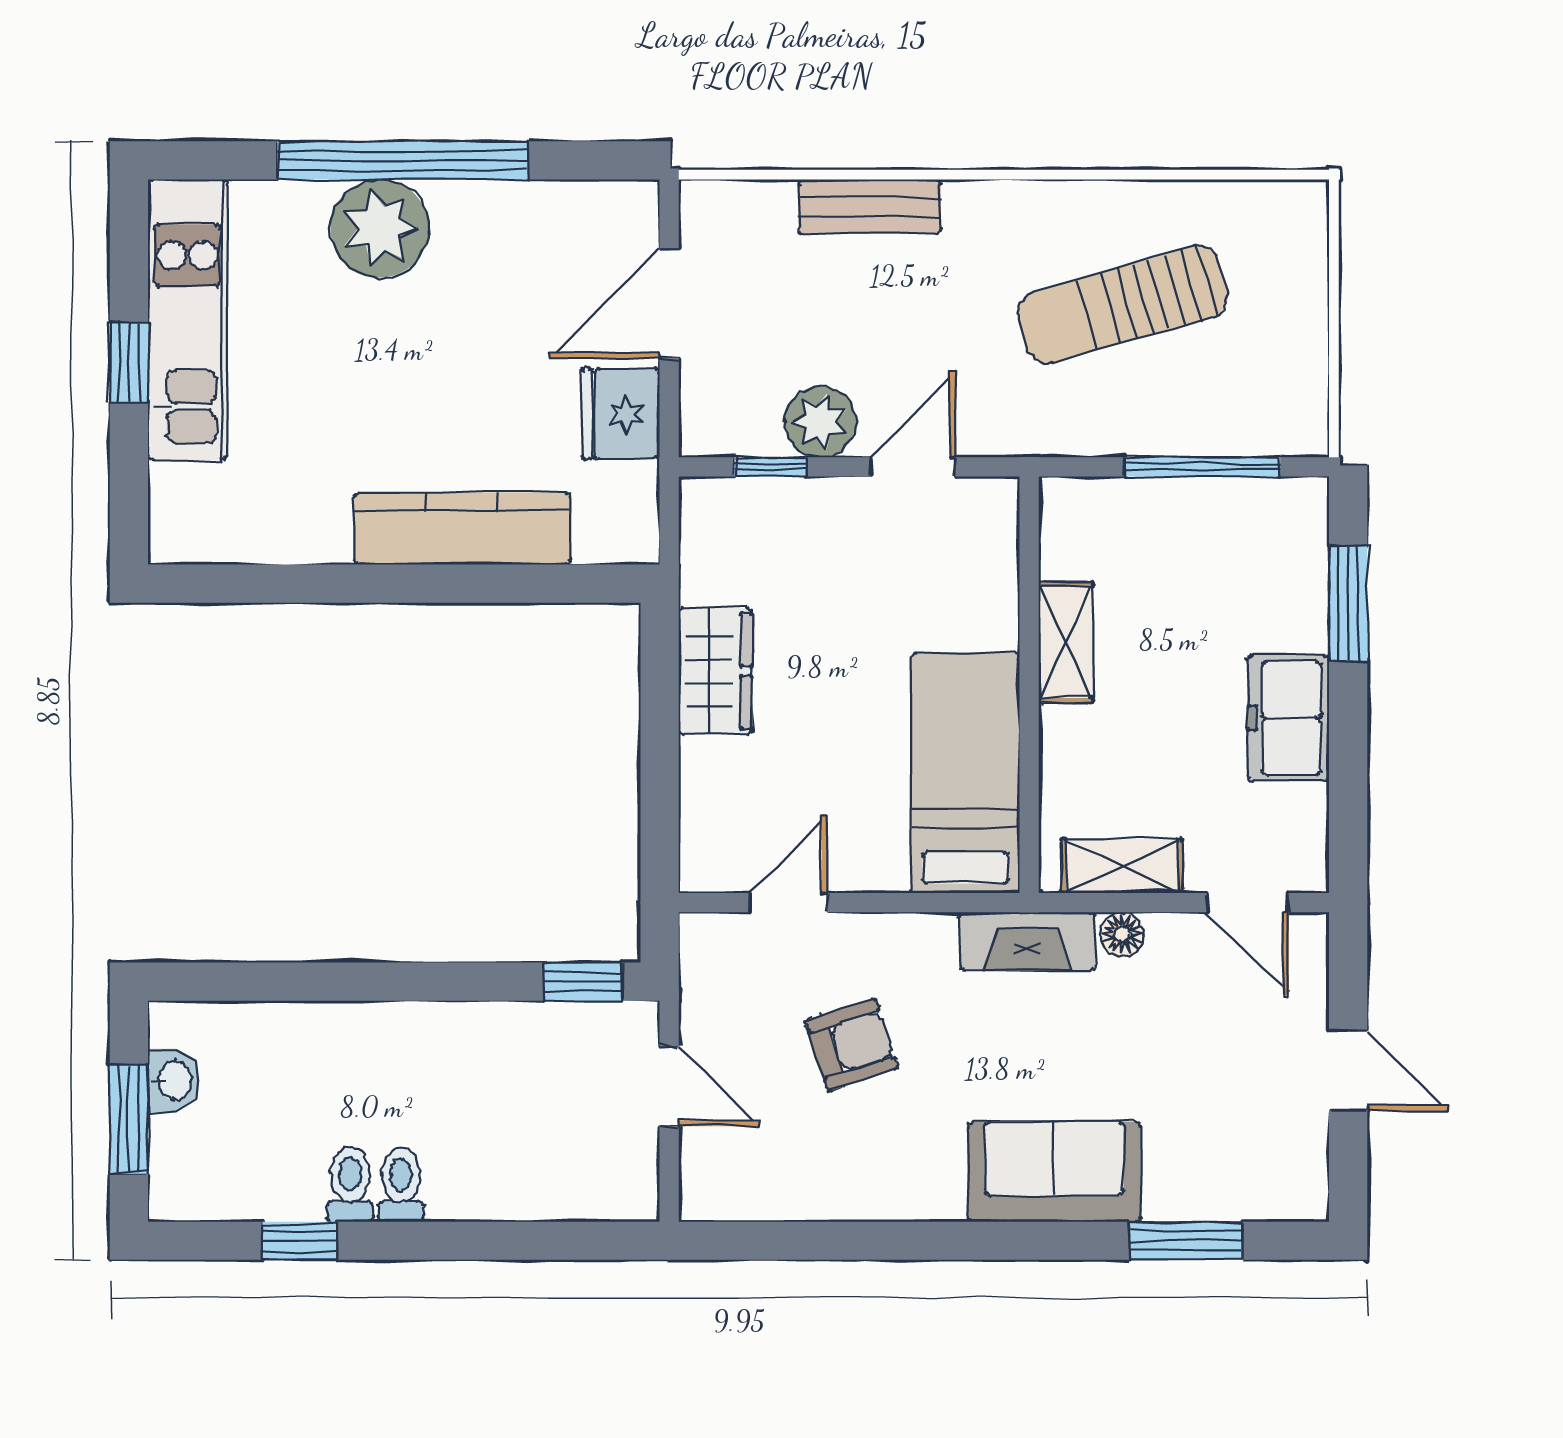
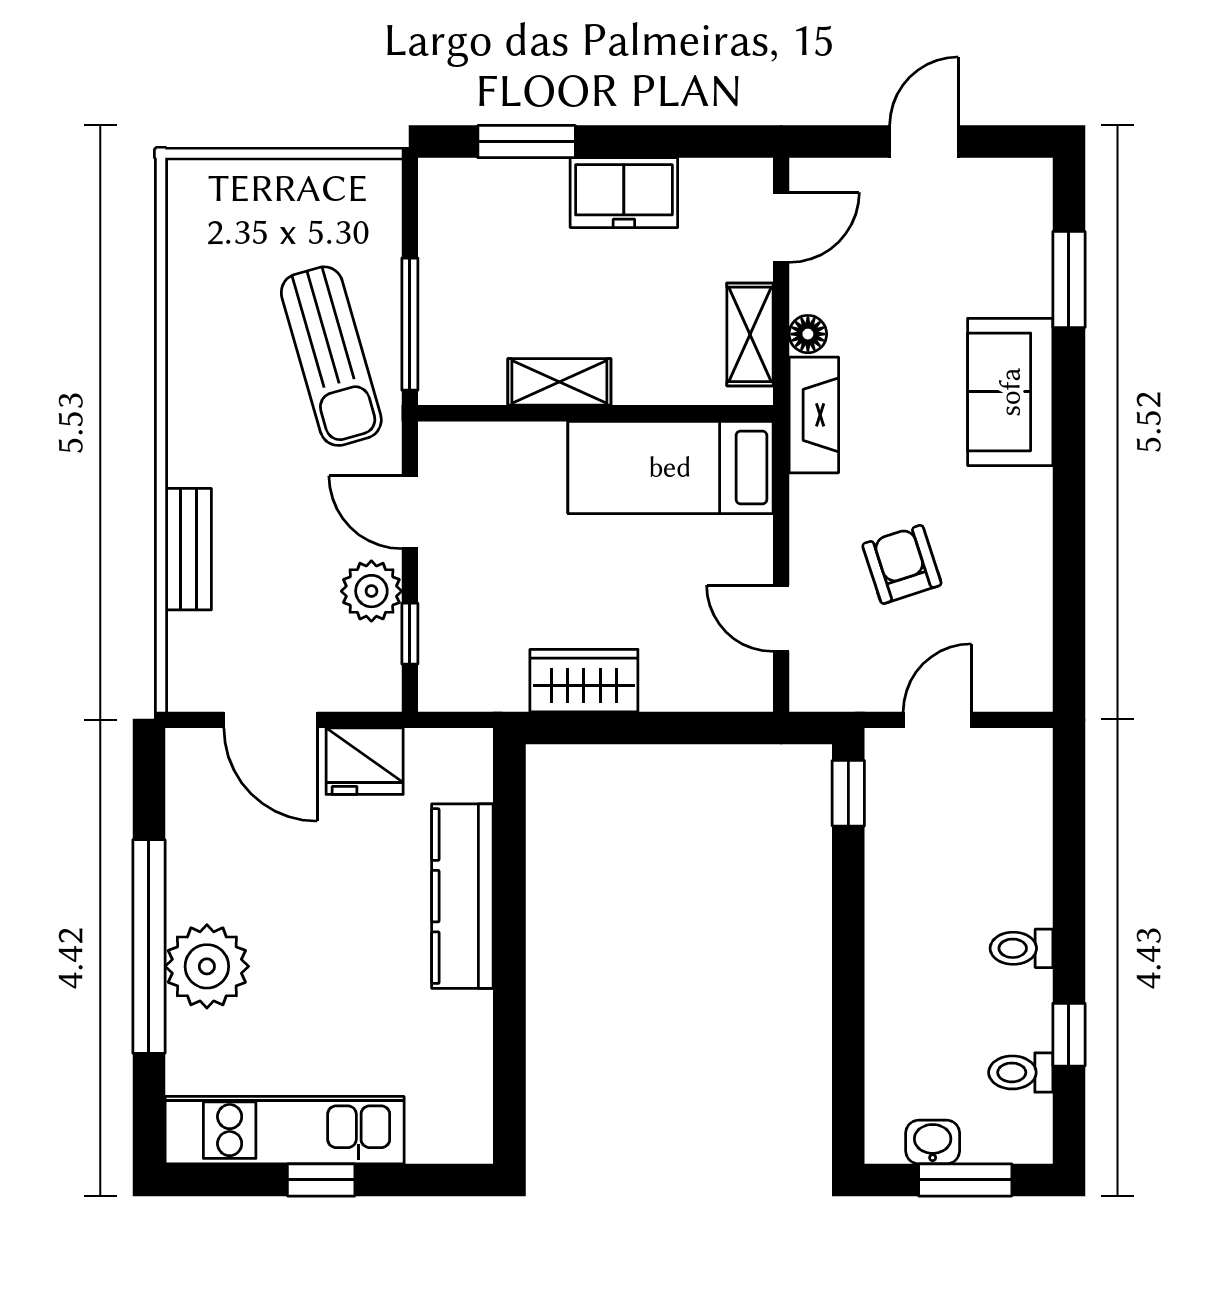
sun lounger: (1123, 305) -> (331, 356), moved
window: (1203, 467) -> (410, 324), moved
toilet: (350, 1184) -> (1021, 1072), moved

